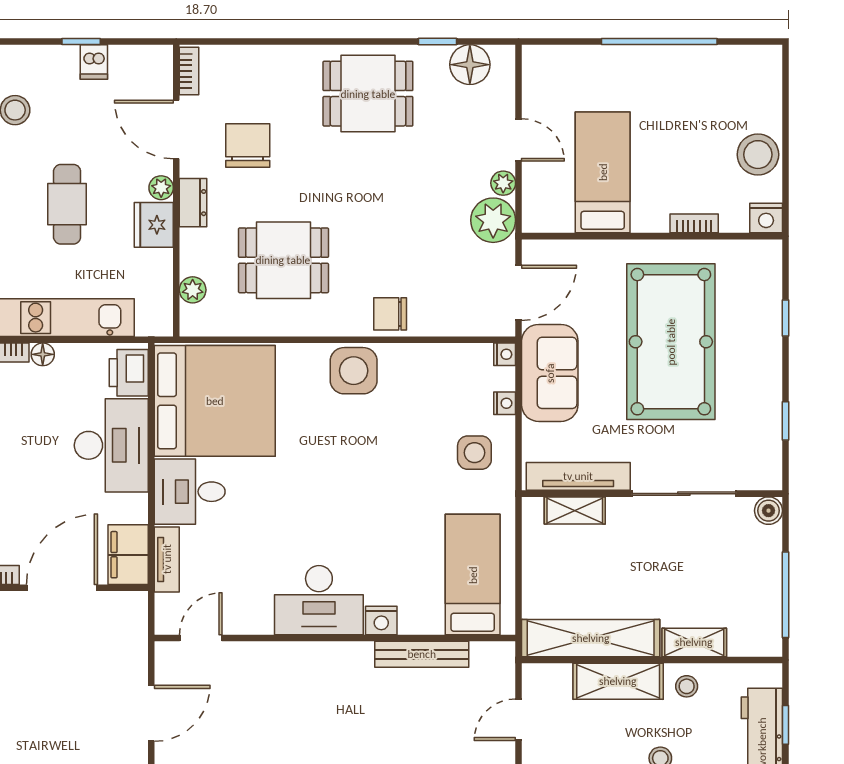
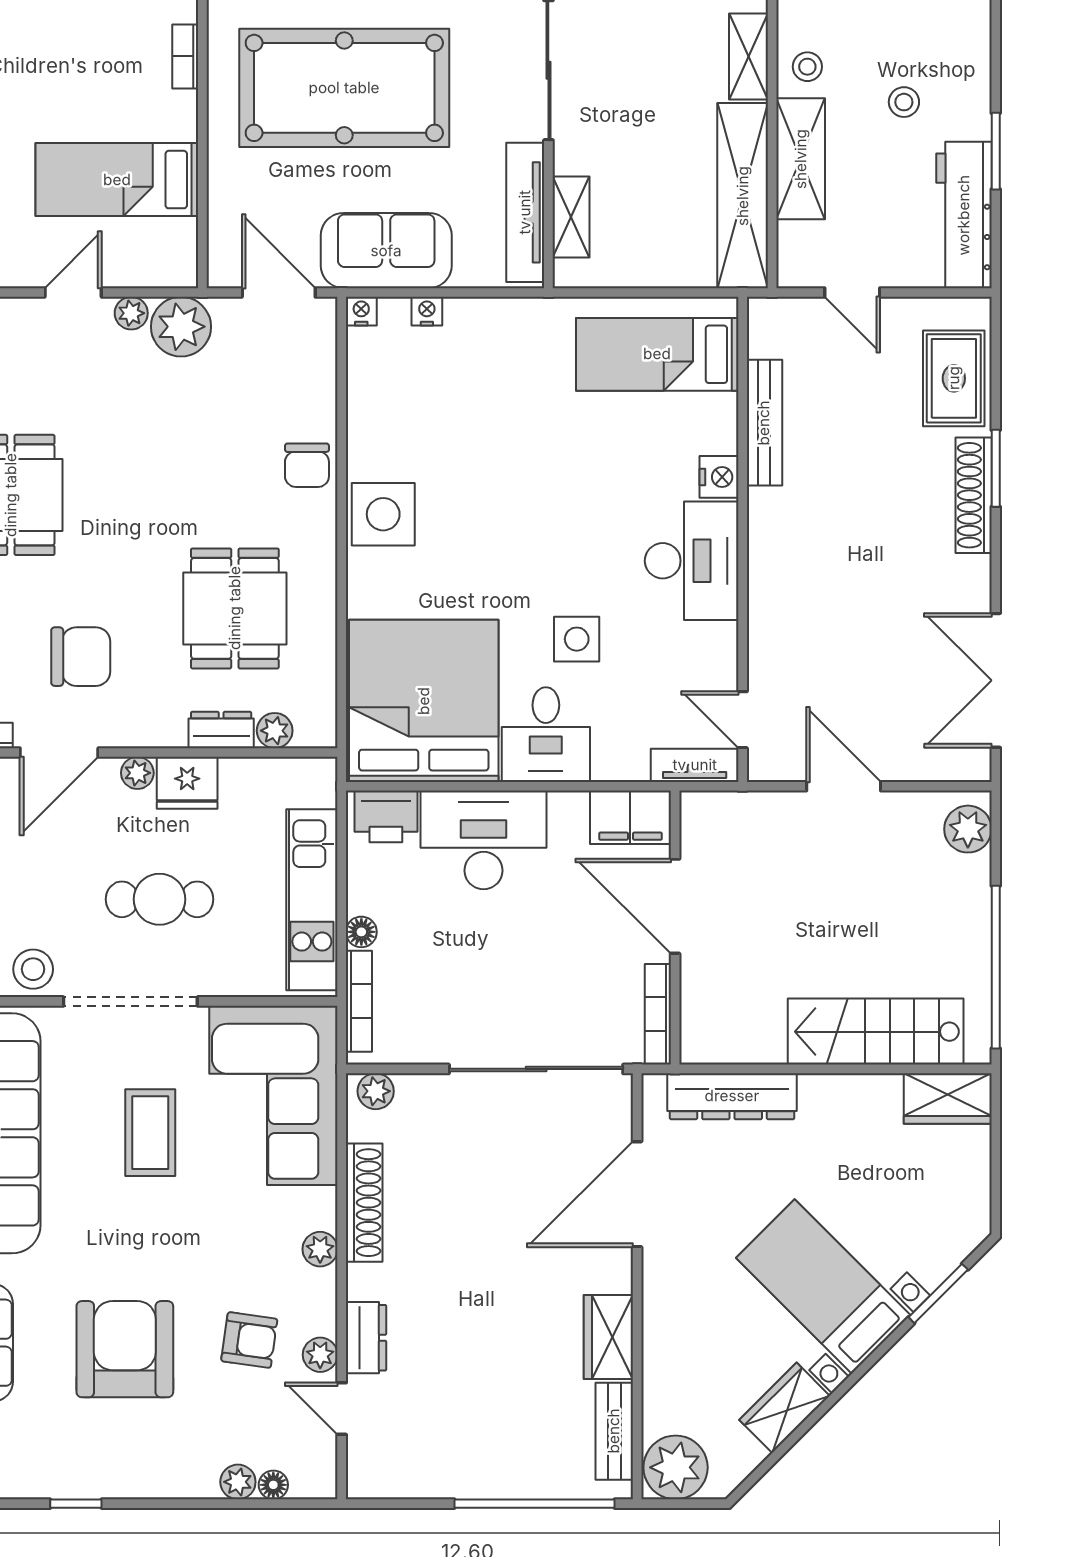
chair: (248, 146) -> (81, 657), turned 180
dresser: (193, 203) -> (221, 730), moved
side table: (474, 453) -> (577, 639), moved
tv unit: (167, 559) -> (695, 765), moved

